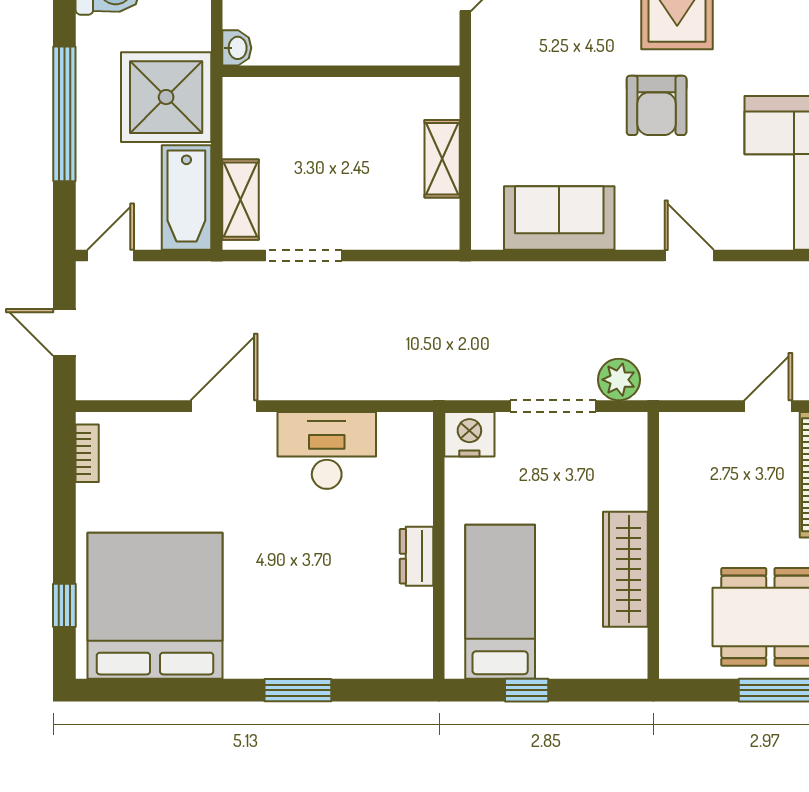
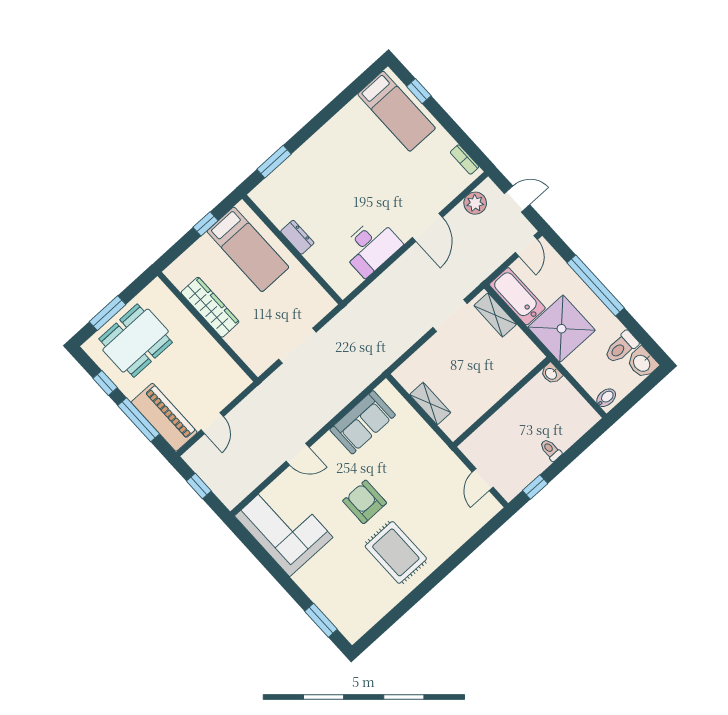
plant: (619, 380) -> (475, 203), moved
nightstand: (469, 434) -> (320, 305), removed
bed: (155, 606) -> (396, 111), width x0.49
window: (298, 690) -> (274, 162), moved

